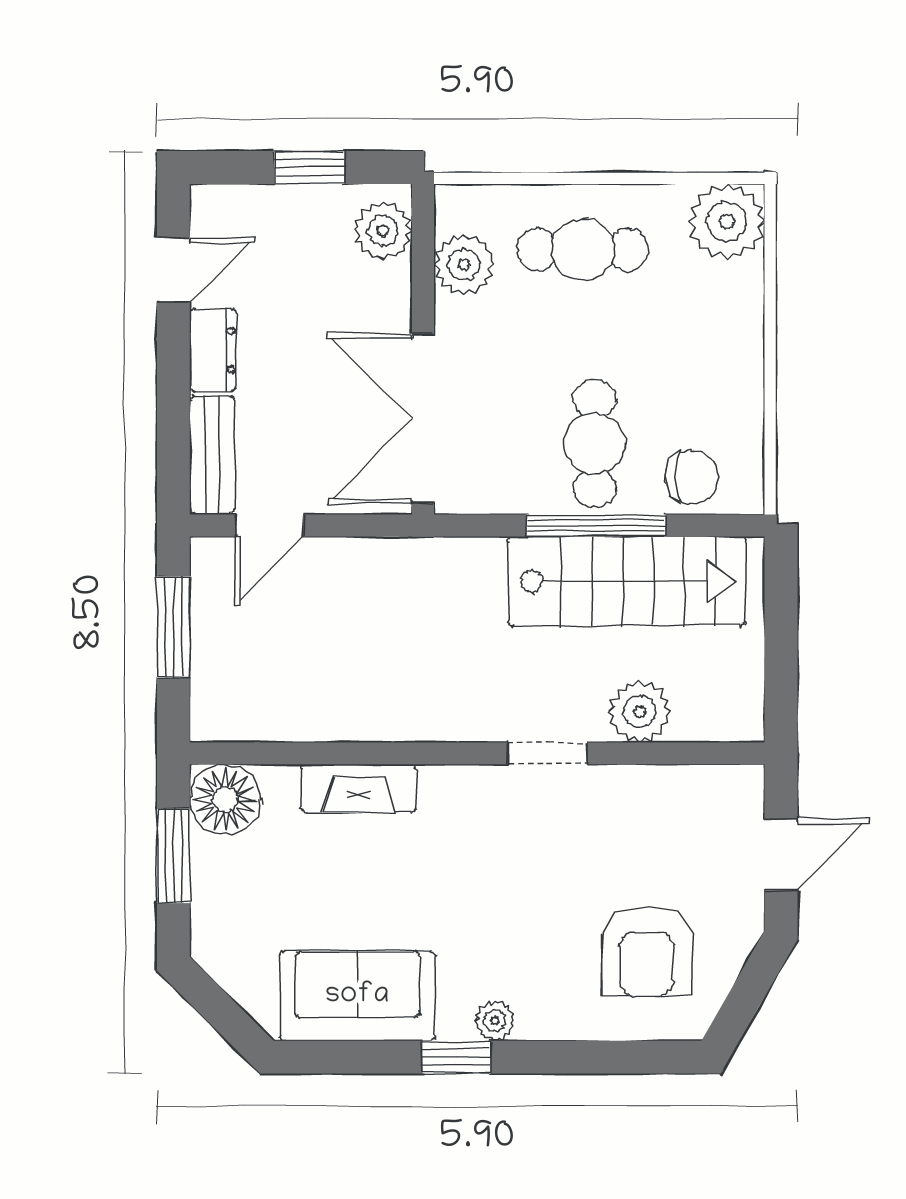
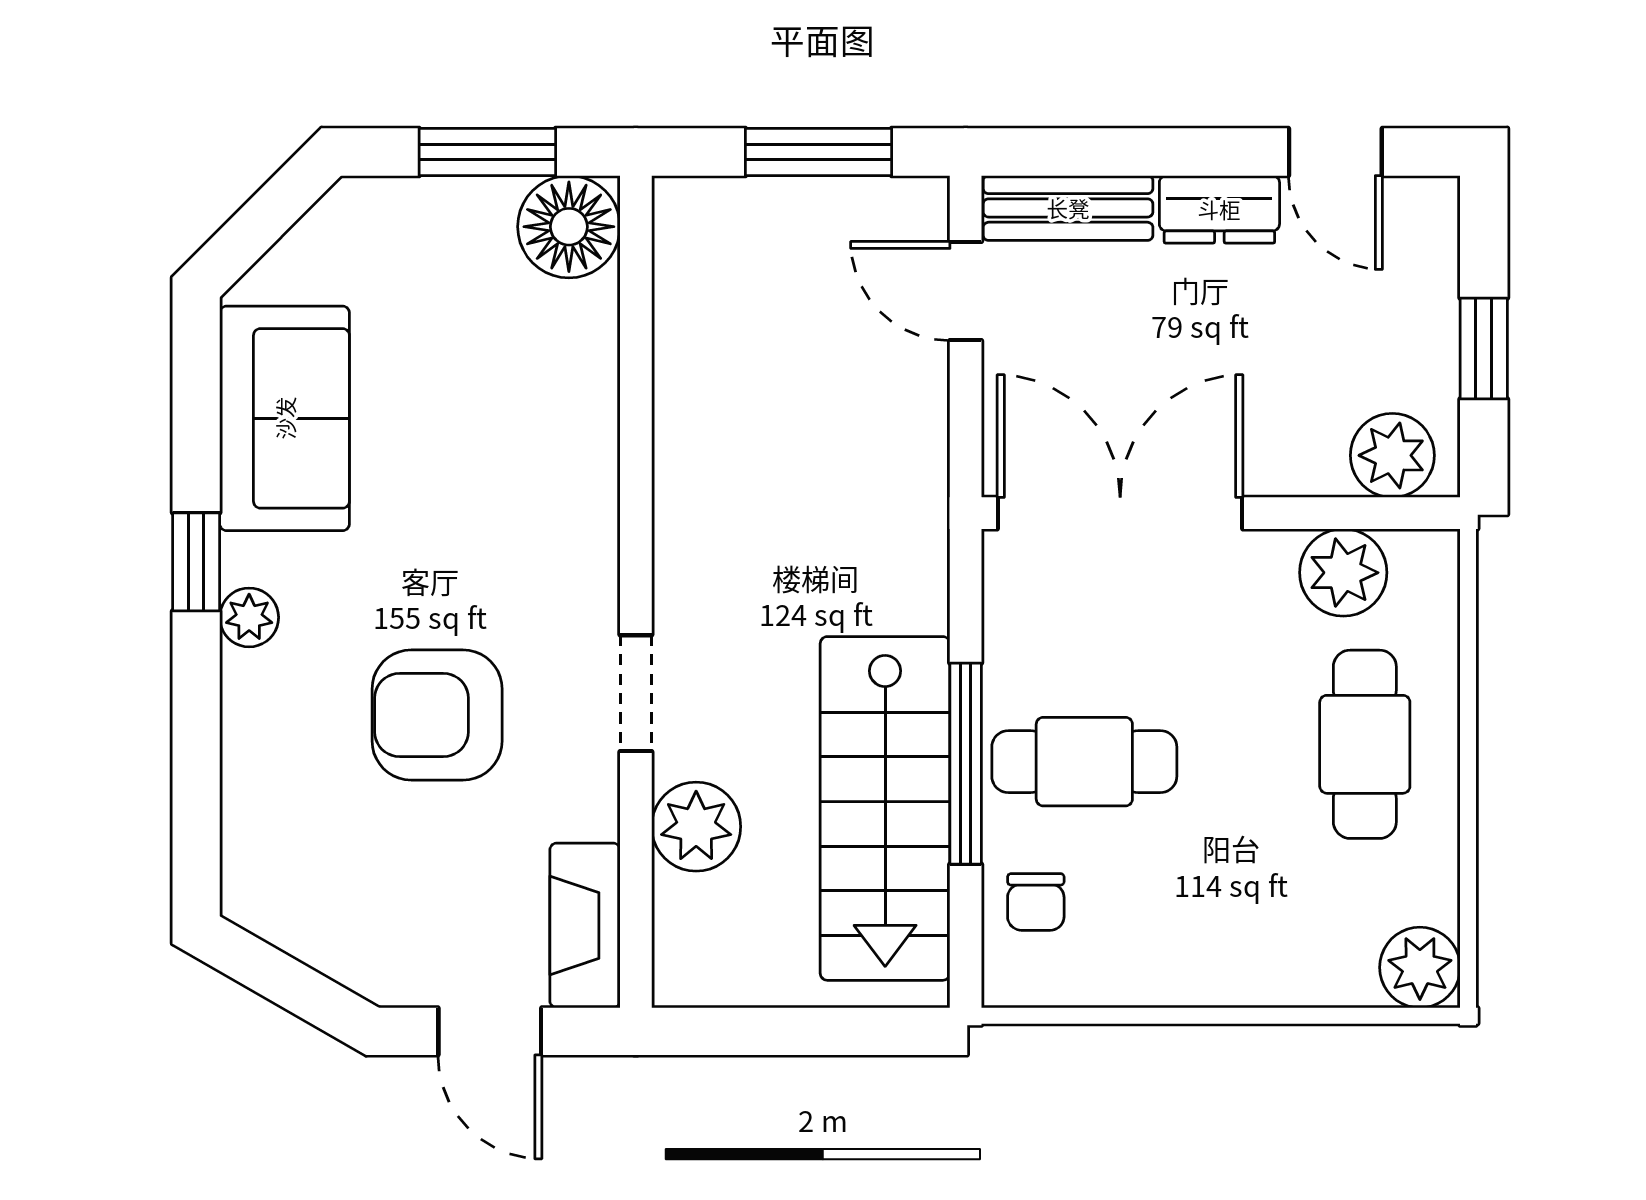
plant: (727, 222) -> (1420, 967), width x0.73, depth x0.73
chair: (692, 477) -> (1036, 902), width x0.73, depth x0.73
fireplace: (359, 789) -> (585, 925), moved
armchair: (647, 951) -> (437, 715), moved

